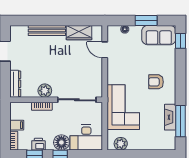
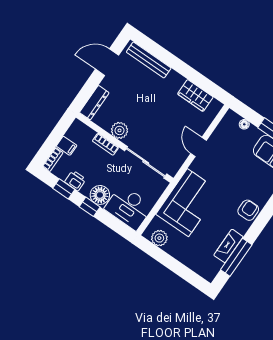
bench: (47, 30) -> (149, 60), moved
door: (105, 50) -> (198, 147), moved
armchair: (156, 82) -> (248, 210), moved, turned 90

